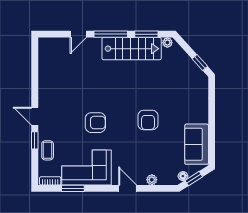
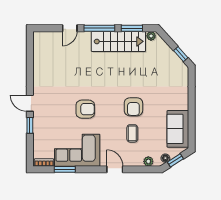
coffee table: (48, 150) -> (132, 133), moved
plant: (152, 180) -> (148, 161), moved

